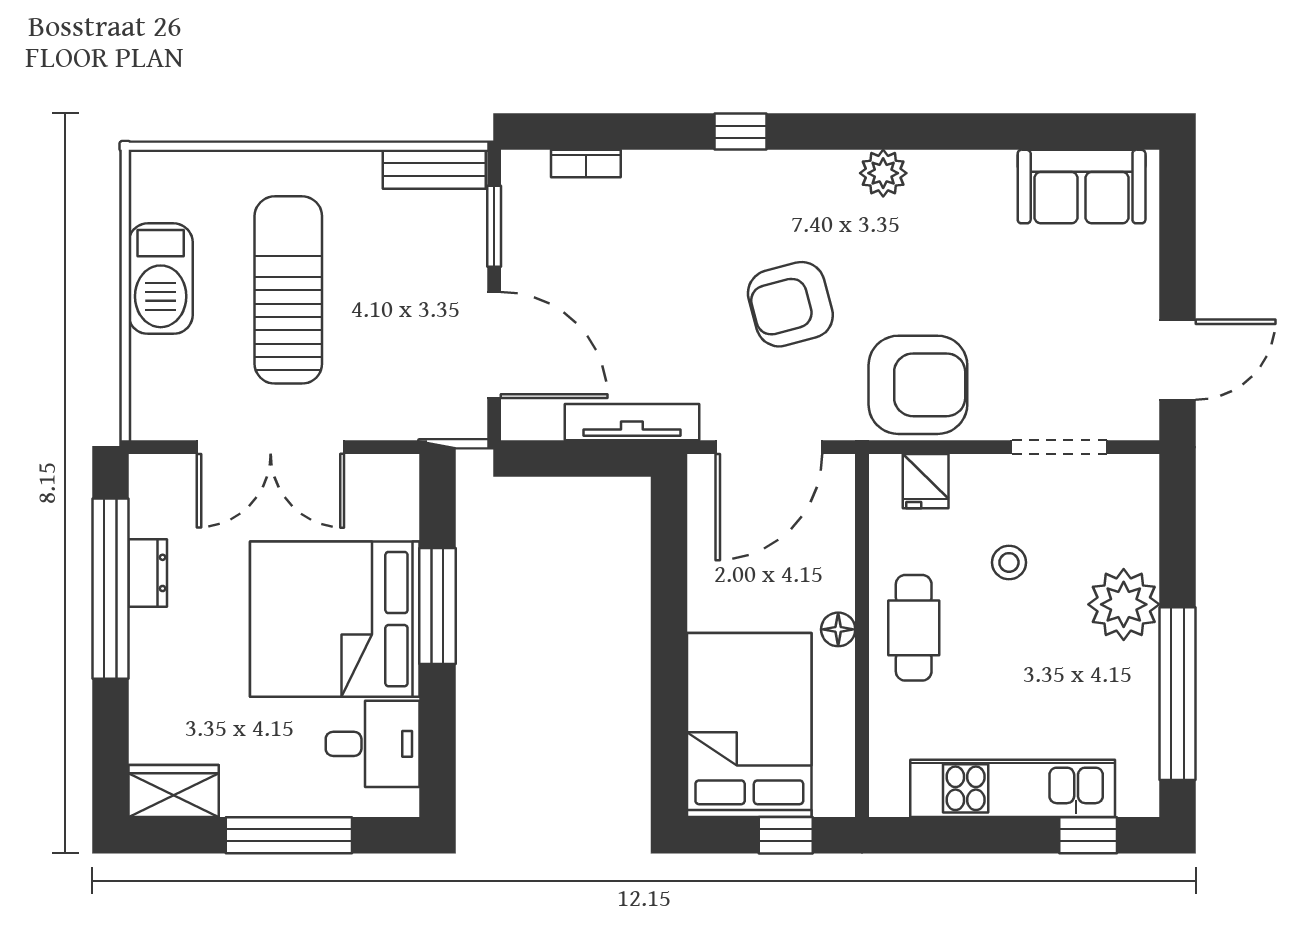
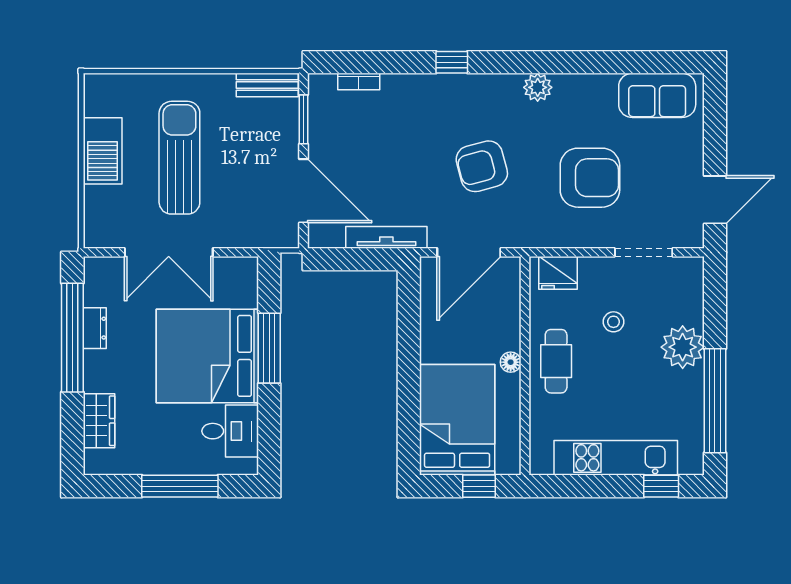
armchair: (918, 385) -> (590, 178), moved
fridge: (926, 481) -> (558, 273), width x1.38
wardrobe: (174, 791) -> (99, 421), moved, turned 90

